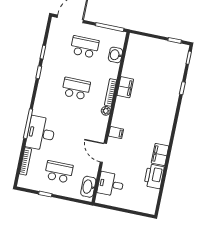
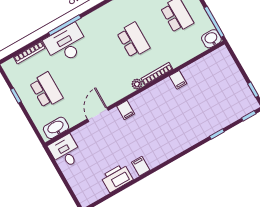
washbasin: (115, 55) -> (211, 39), moved
filing cabinet: (125, 87) -> (178, 80), width x0.50
filing cabinet: (160, 155) -> (141, 166), width x0.50
desk: (111, 184) -> (65, 152), moved

